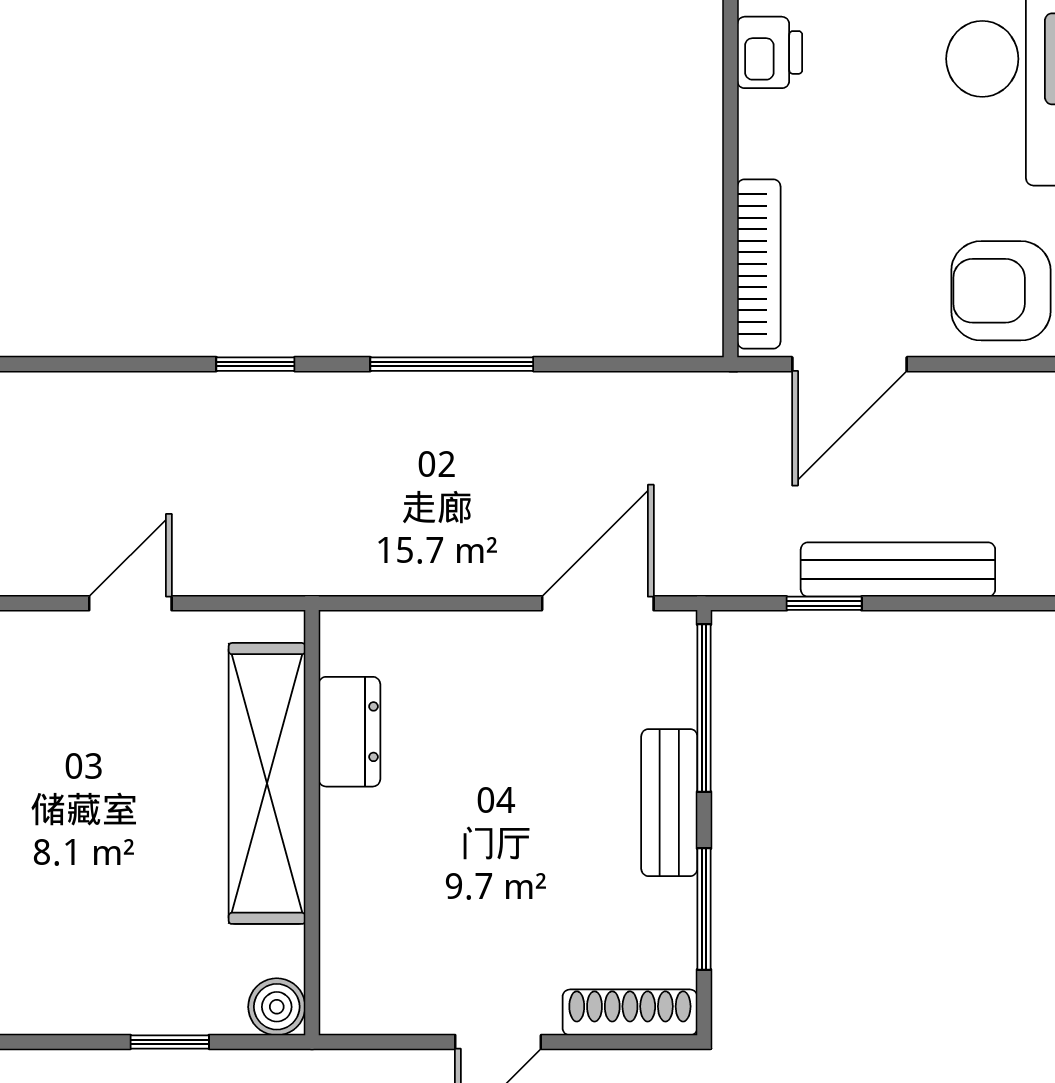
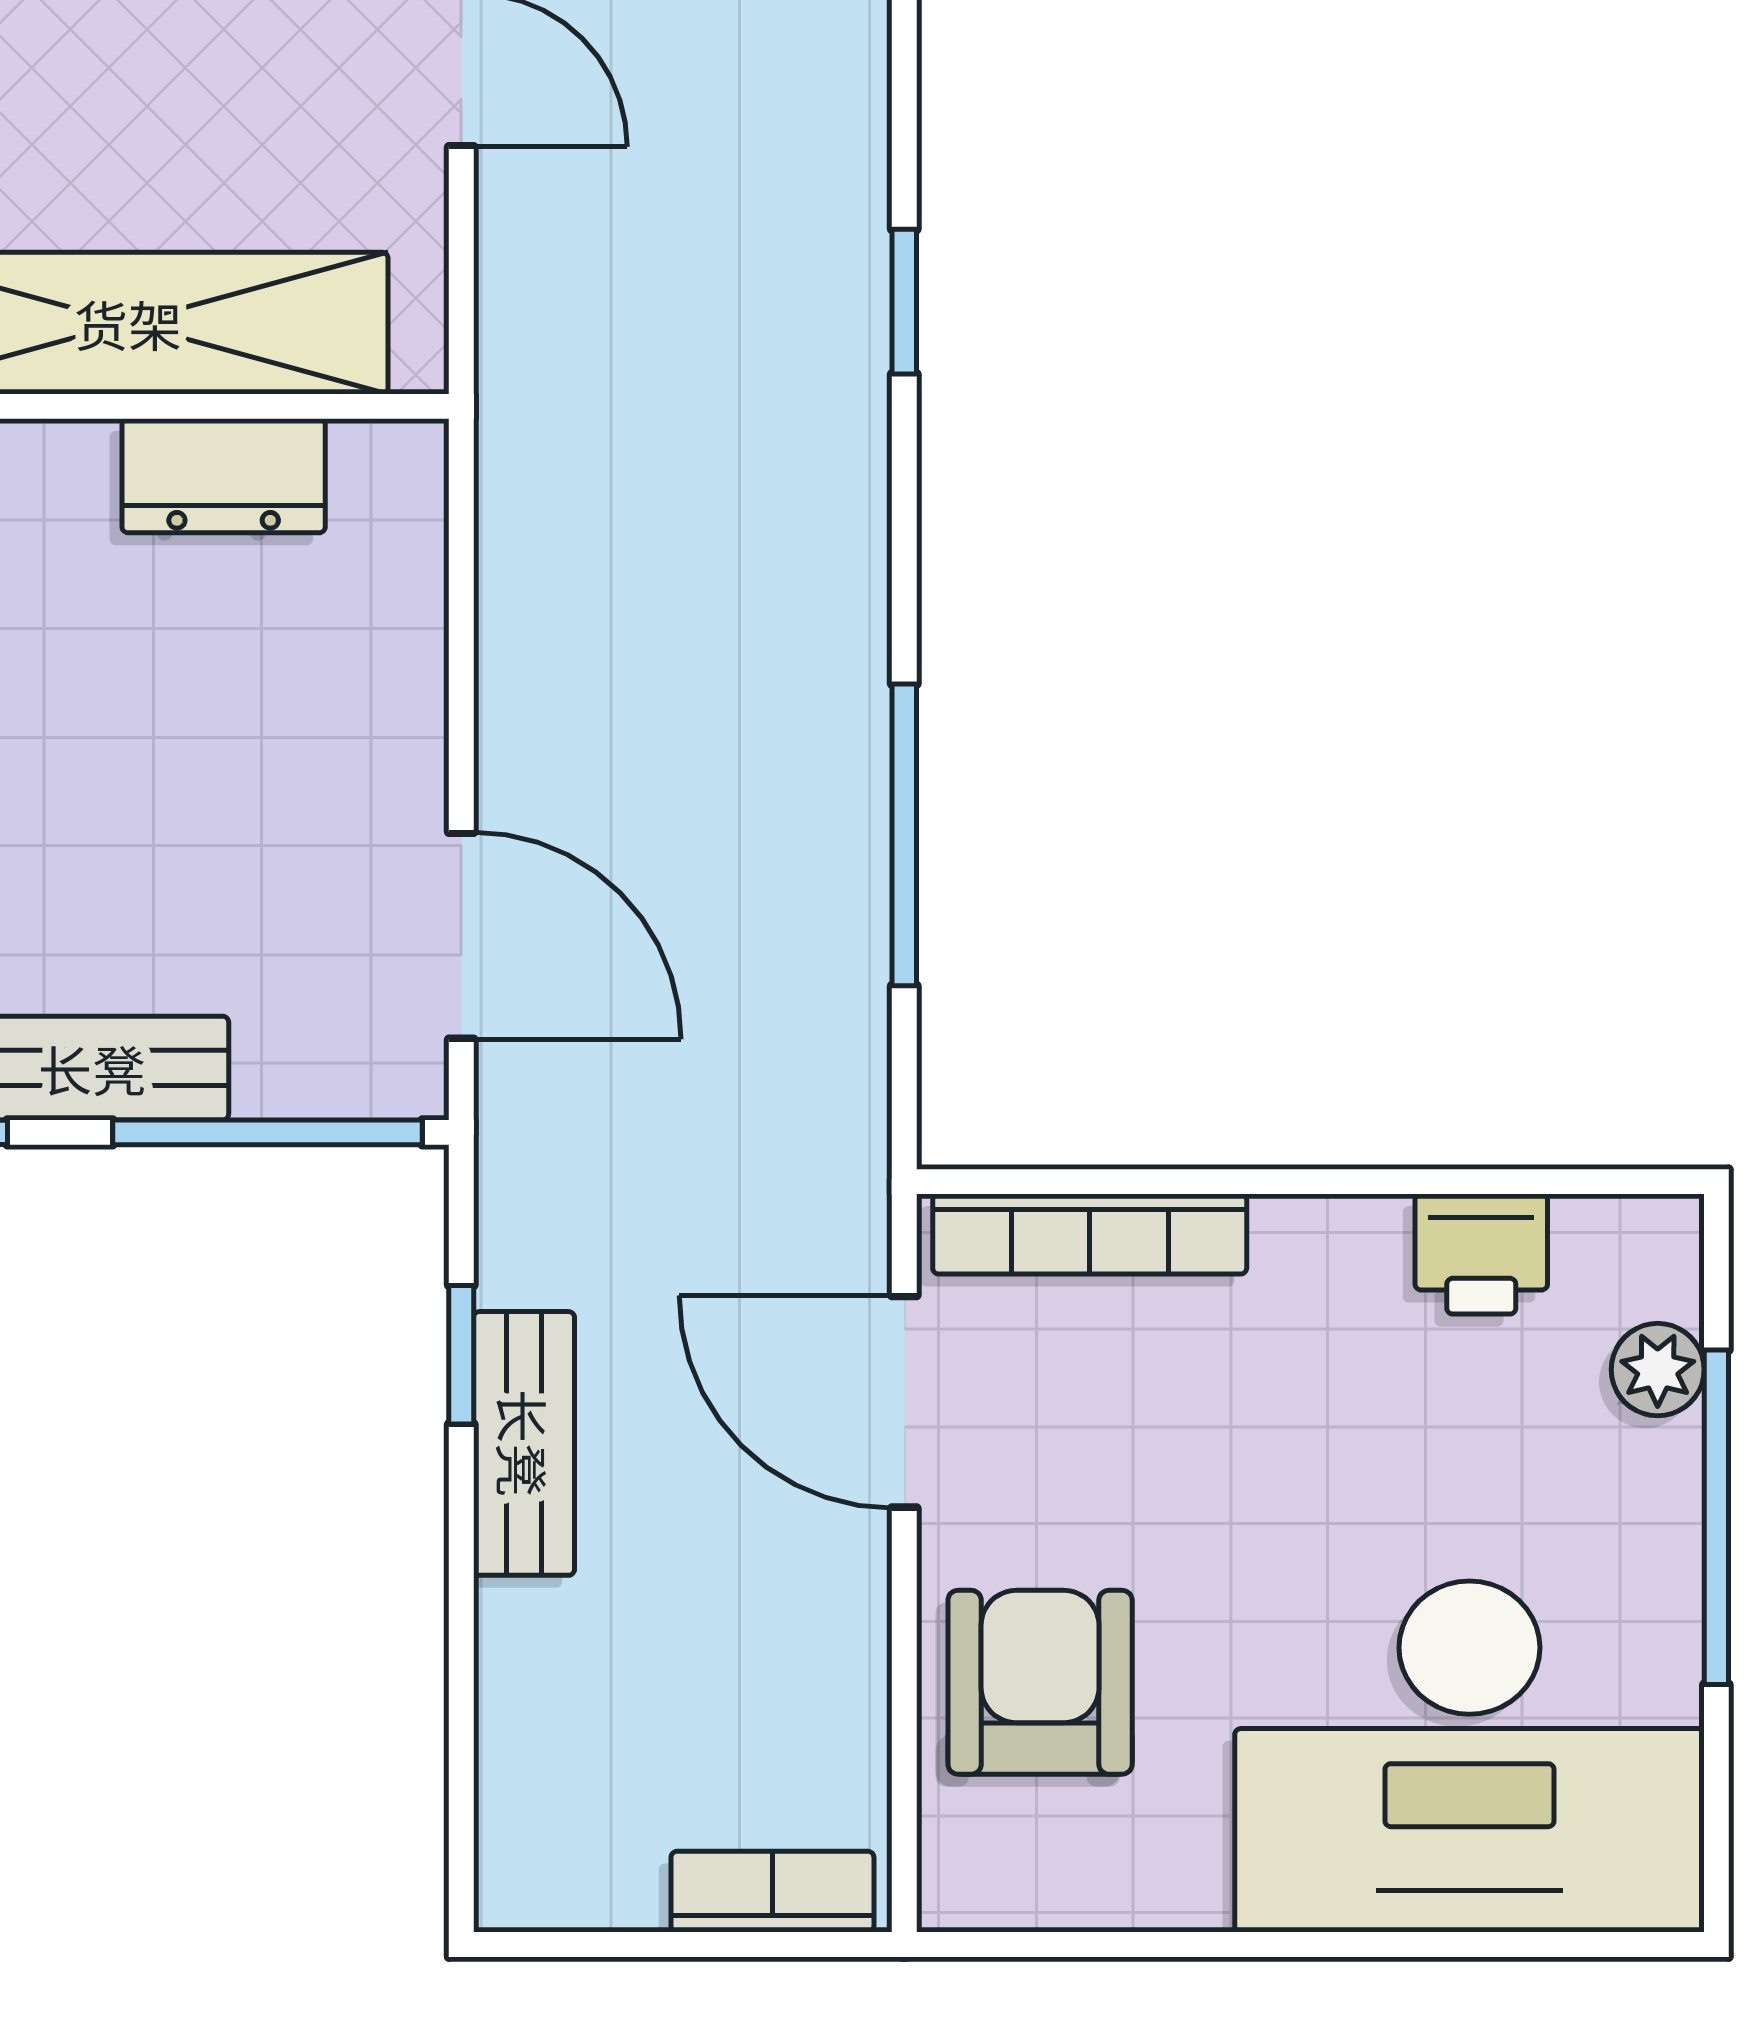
window: (452, 364) -> (904, 835), moved
bench: (898, 569) -> (524, 1443), width x0.73

